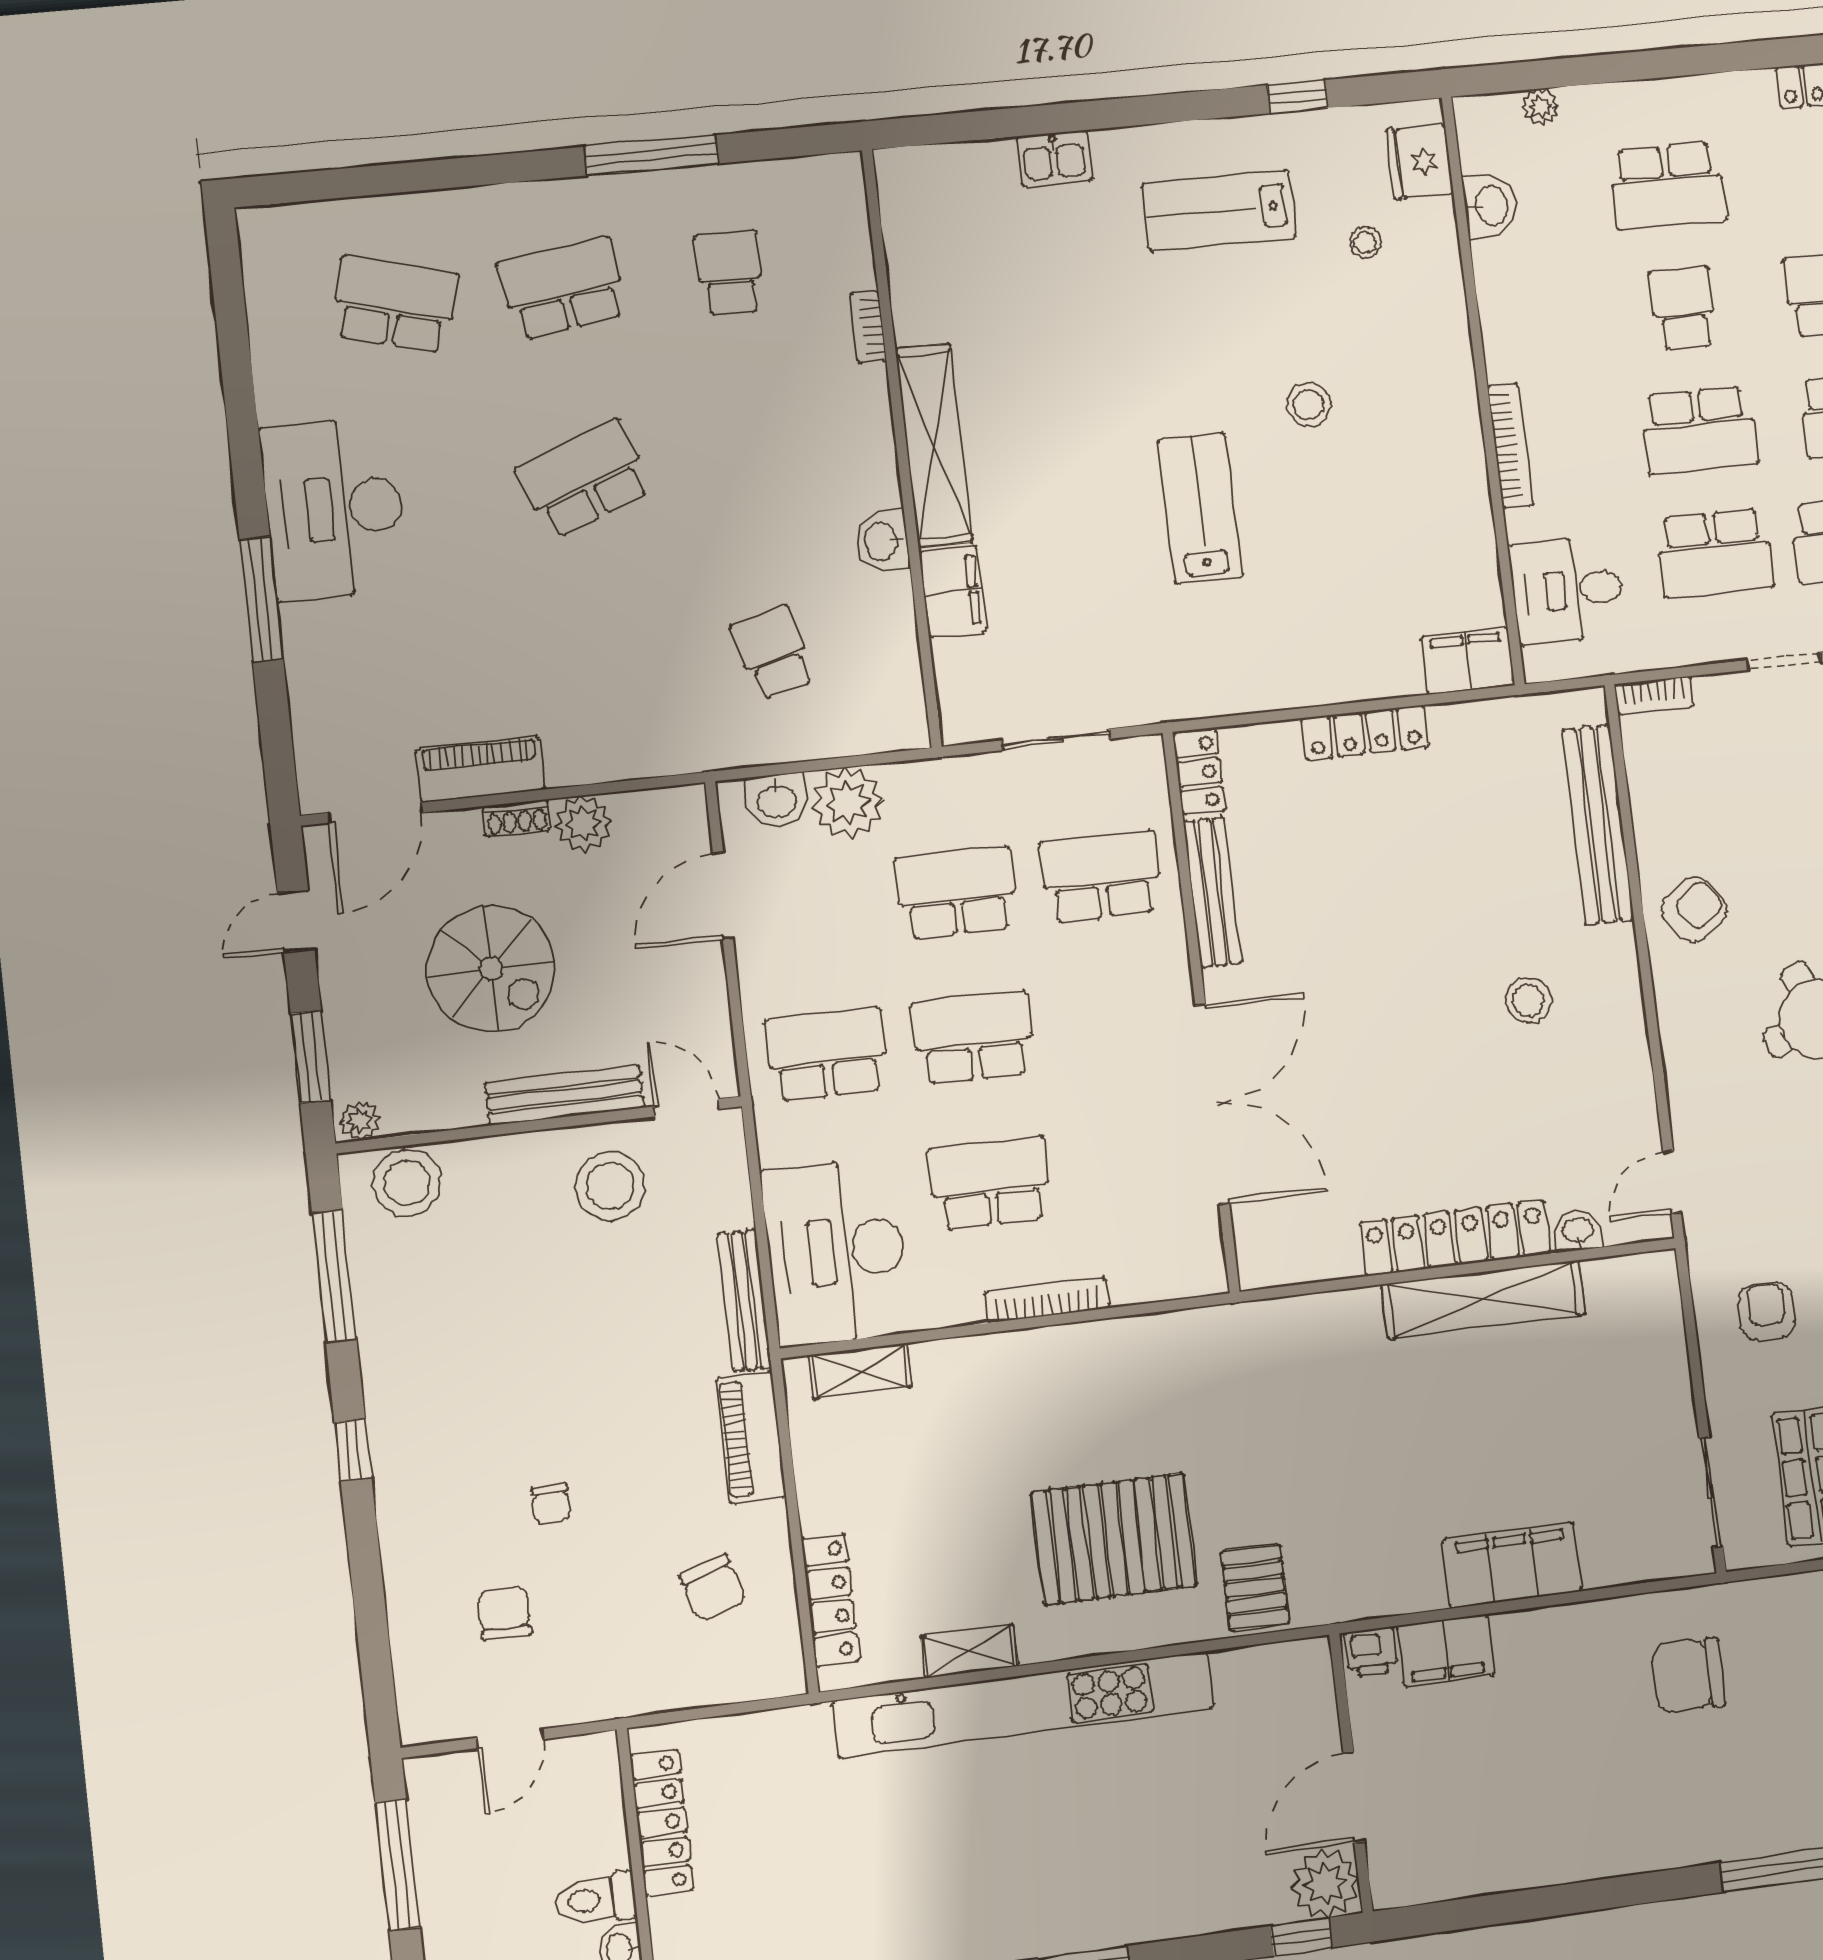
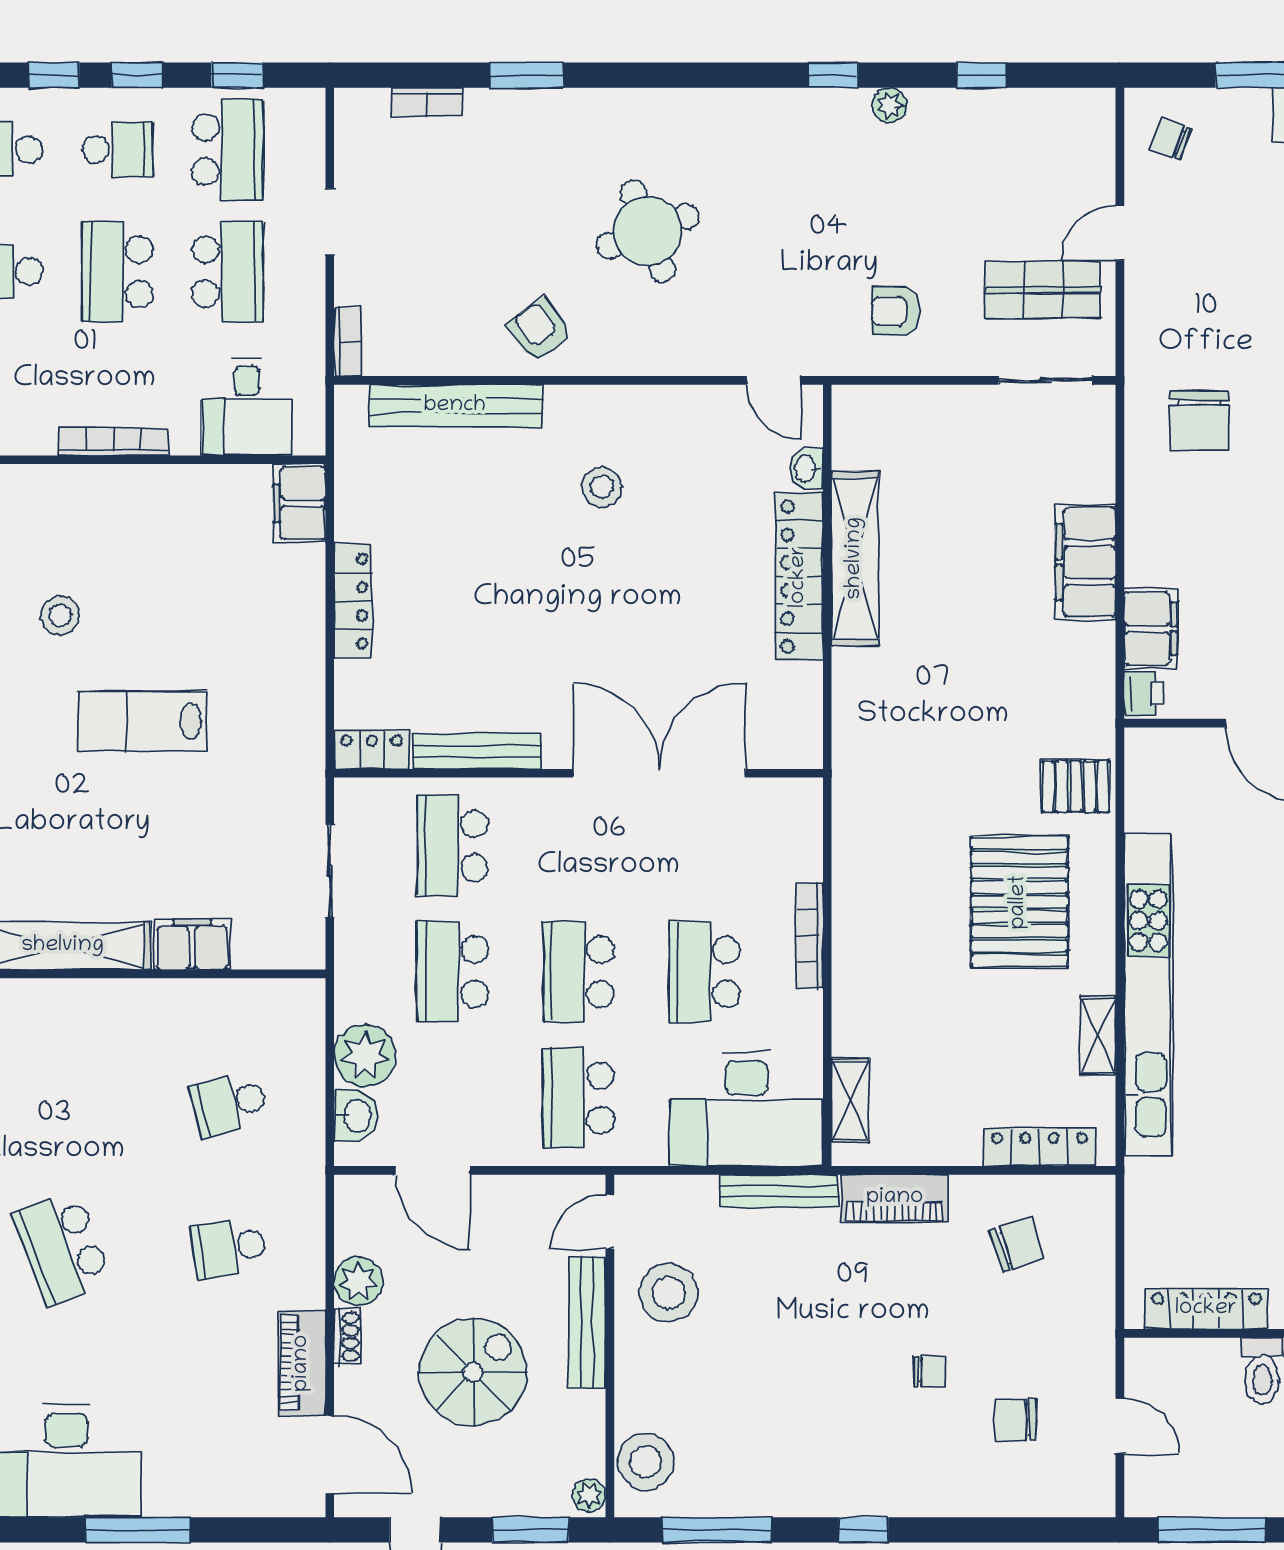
school desk: (1699, 430) -> (117, 272), turned 180
washbasin: (882, 541) -> (142, 1000), removed
school desk: (606, 670) -> (229, 1248), added

